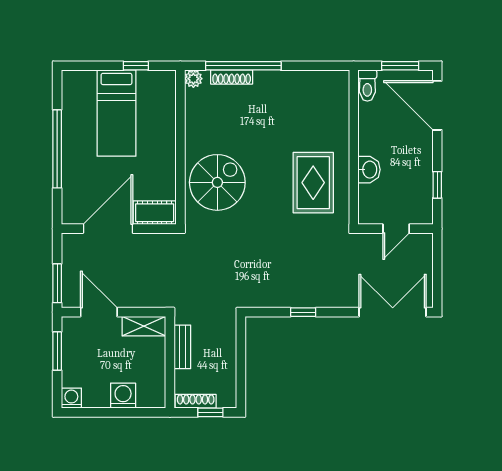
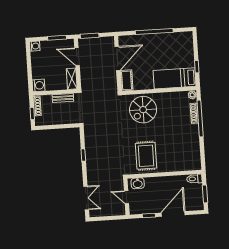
door: (437, 105) -> (173, 214), moved
bed: (116, 113) -> (175, 78), moved
washbasin: (369, 170) -> (138, 183), moved
spiral stairs: (217, 182) -> (143, 110), turned 90
rug: (313, 183) -> (146, 156), turned 90
door: (108, 229) -> (117, 58), hinge flipped
door: (99, 312) -> (77, 57), swing flipped
double door: (393, 312) -> (86, 198), width x0.73
washing machine: (123, 396) -> (39, 85), moved

